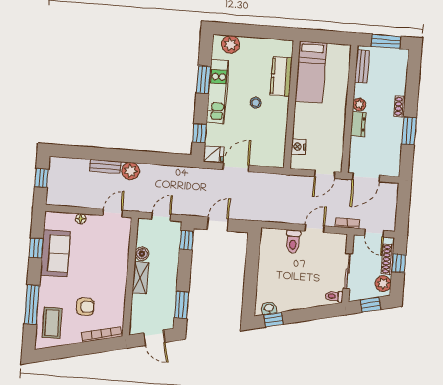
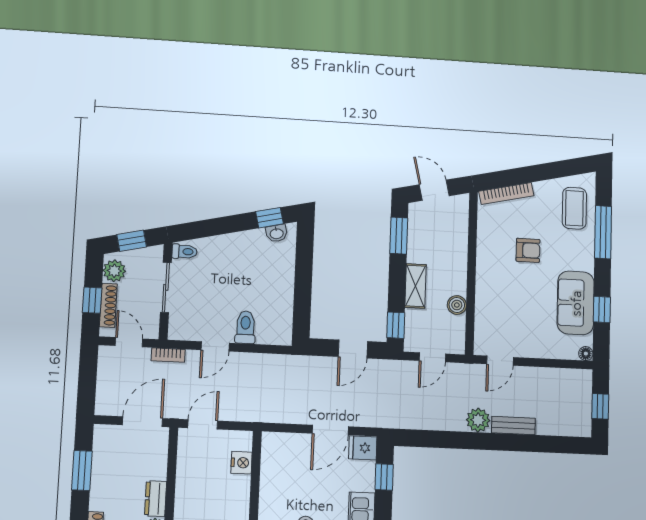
window: (409, 131) -> (82, 470), moved
floor lamp: (81, 219) -> (586, 354), moved
shelving: (140, 278) -> (415, 286), moved
armchair: (85, 307) -> (528, 250), moved, turned 180

